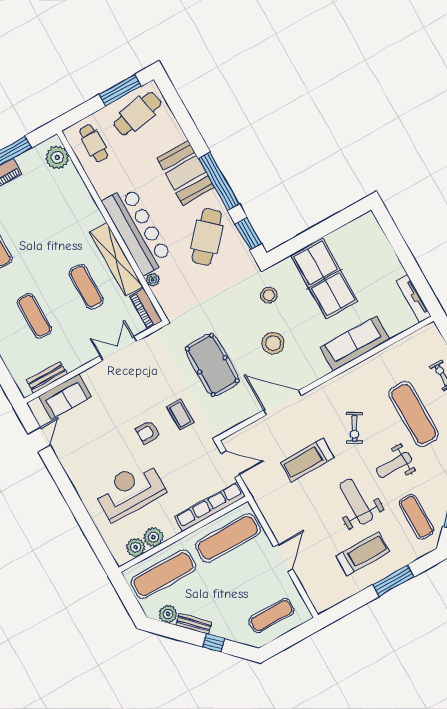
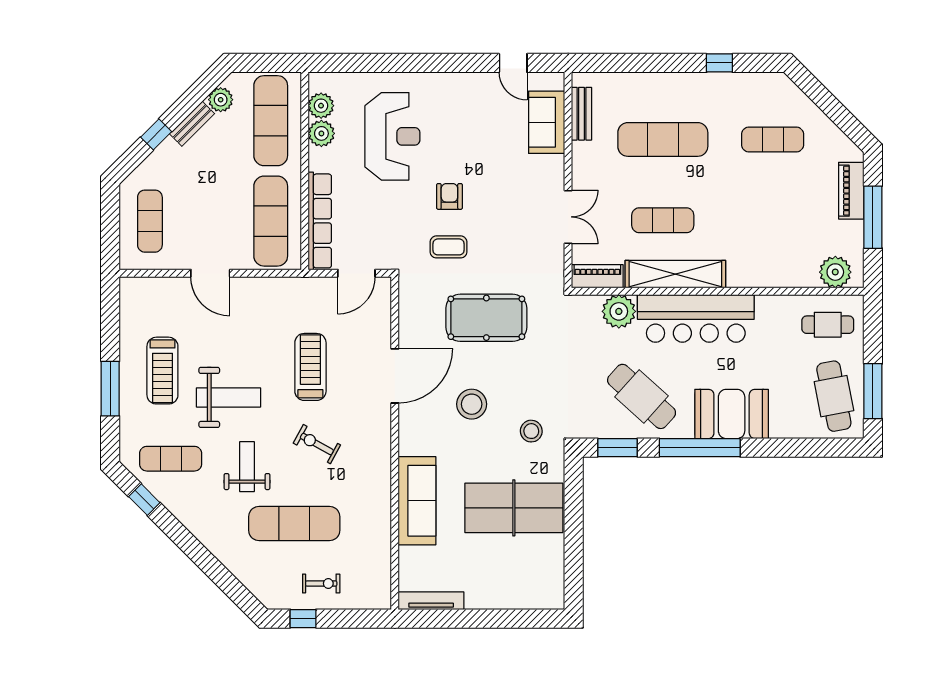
plant: (153, 280) -> (619, 311), width x1.88, depth x1.88
exercise mat: (34, 316) -> (663, 139), width x1.36, depth x1.45

